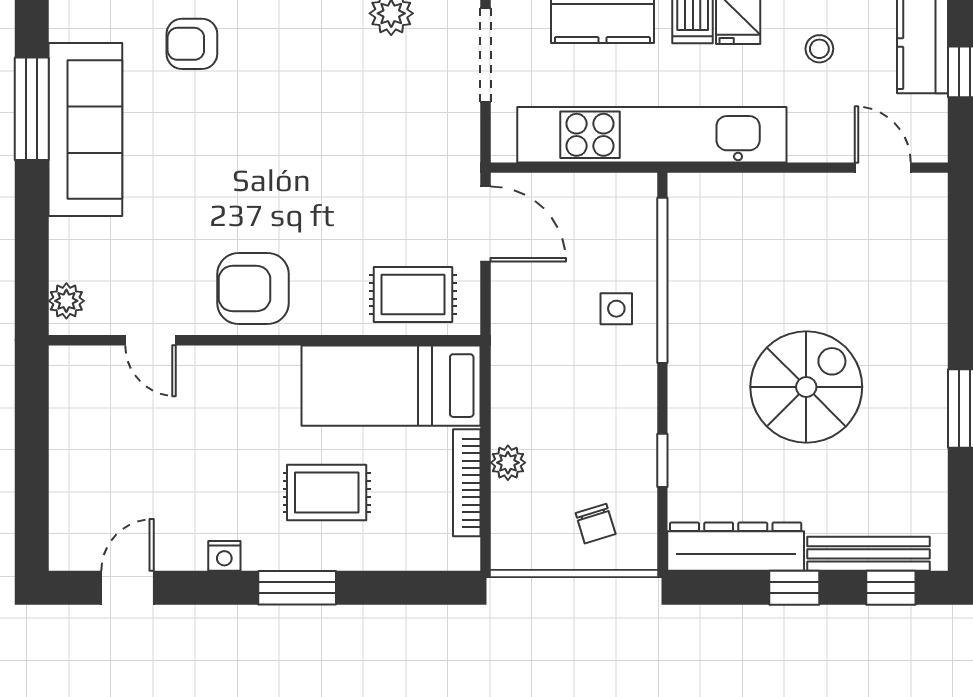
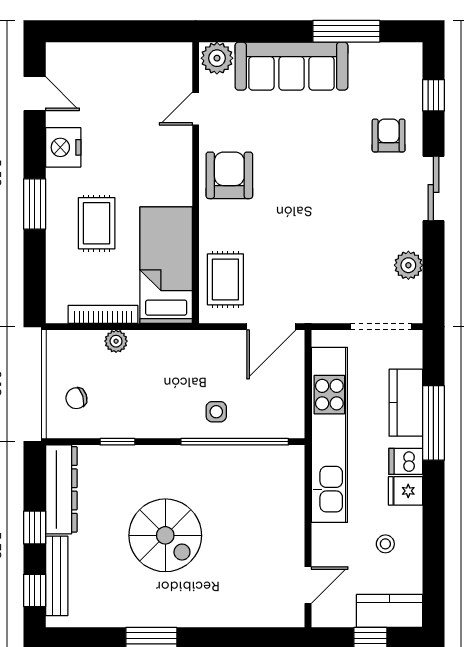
sofa: (85, 129) -> (291, 66), moved
plant: (66, 301) -> (217, 58), width x1.38, depth x1.38
nightstand: (224, 556) -> (63, 147), width x1.89, depth x1.79

